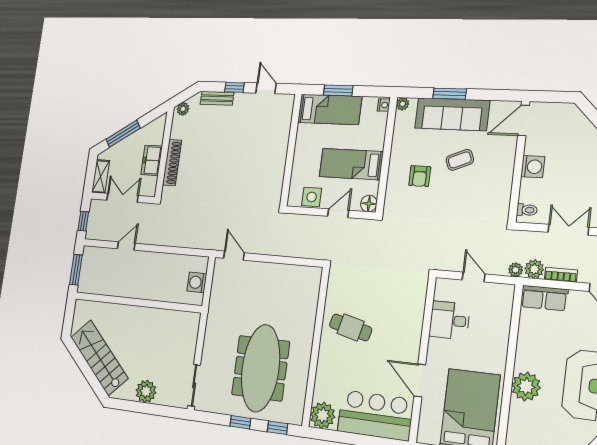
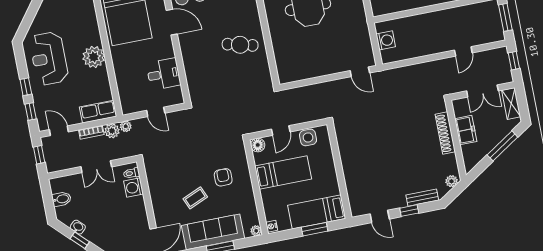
washing machine: (533, 167) -> (133, 187), moved
plant: (526, 386) -> (94, 57), moved

